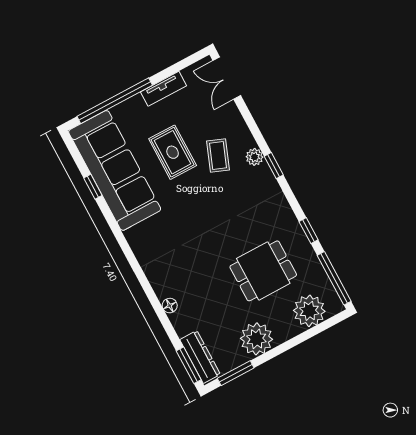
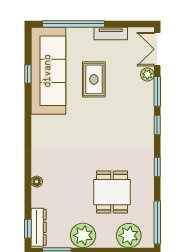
window: (253, 127) -> (157, 91), added
coffee table: (218, 156) -> (123, 98), removed
plant: (254, 157) -> (147, 75), moved
window: (309, 231) -> (157, 167), moved
dining table: (263, 271) -> (112, 192), turned 90
window: (189, 365) -> (28, 229), width x0.67

